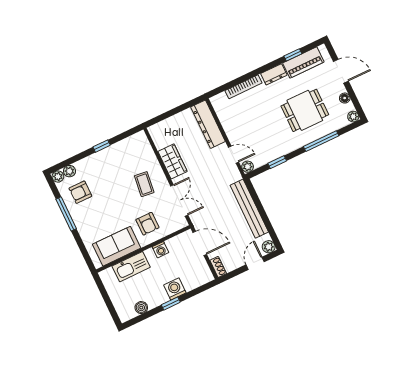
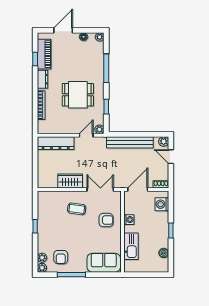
dining table: (305, 110) -> (78, 95), moved, turned 90
sofa: (117, 246) -> (104, 263), moved, turned 90
washing machine: (175, 289) -> (162, 204), moved

